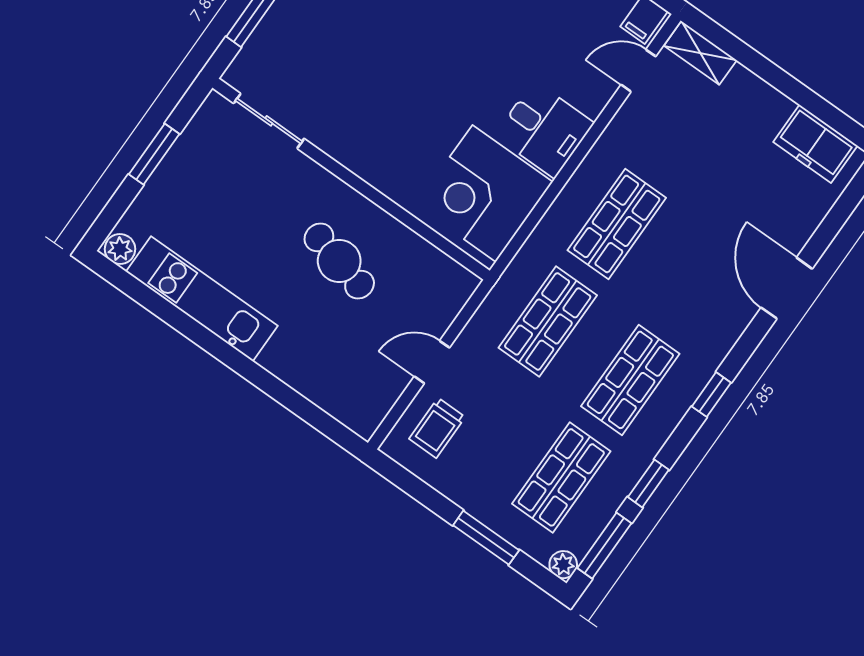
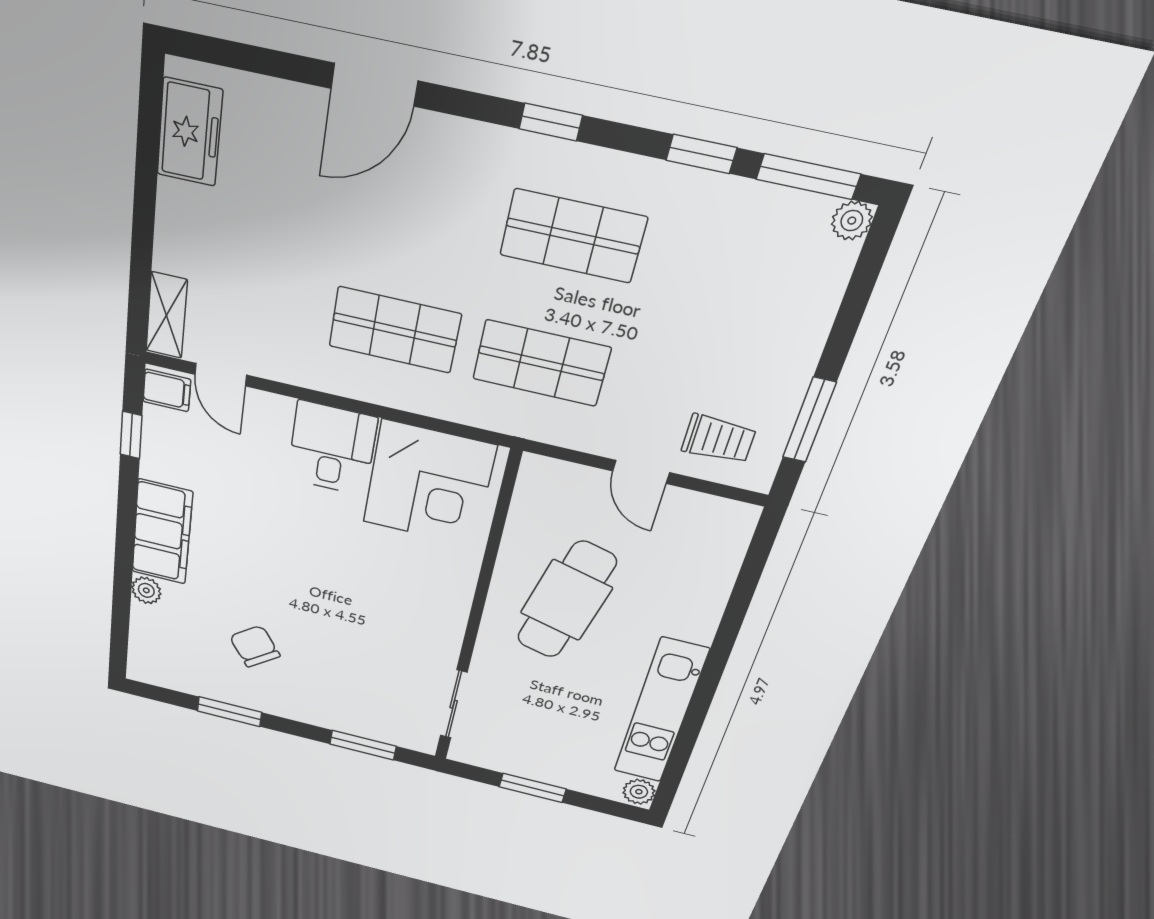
cafe table: (339, 261) -> (566, 600), width x1.37, depth x1.35
shop shelf: (561, 477) -> (731, 271), removed
window: (486, 538) -> (809, 420), moved

